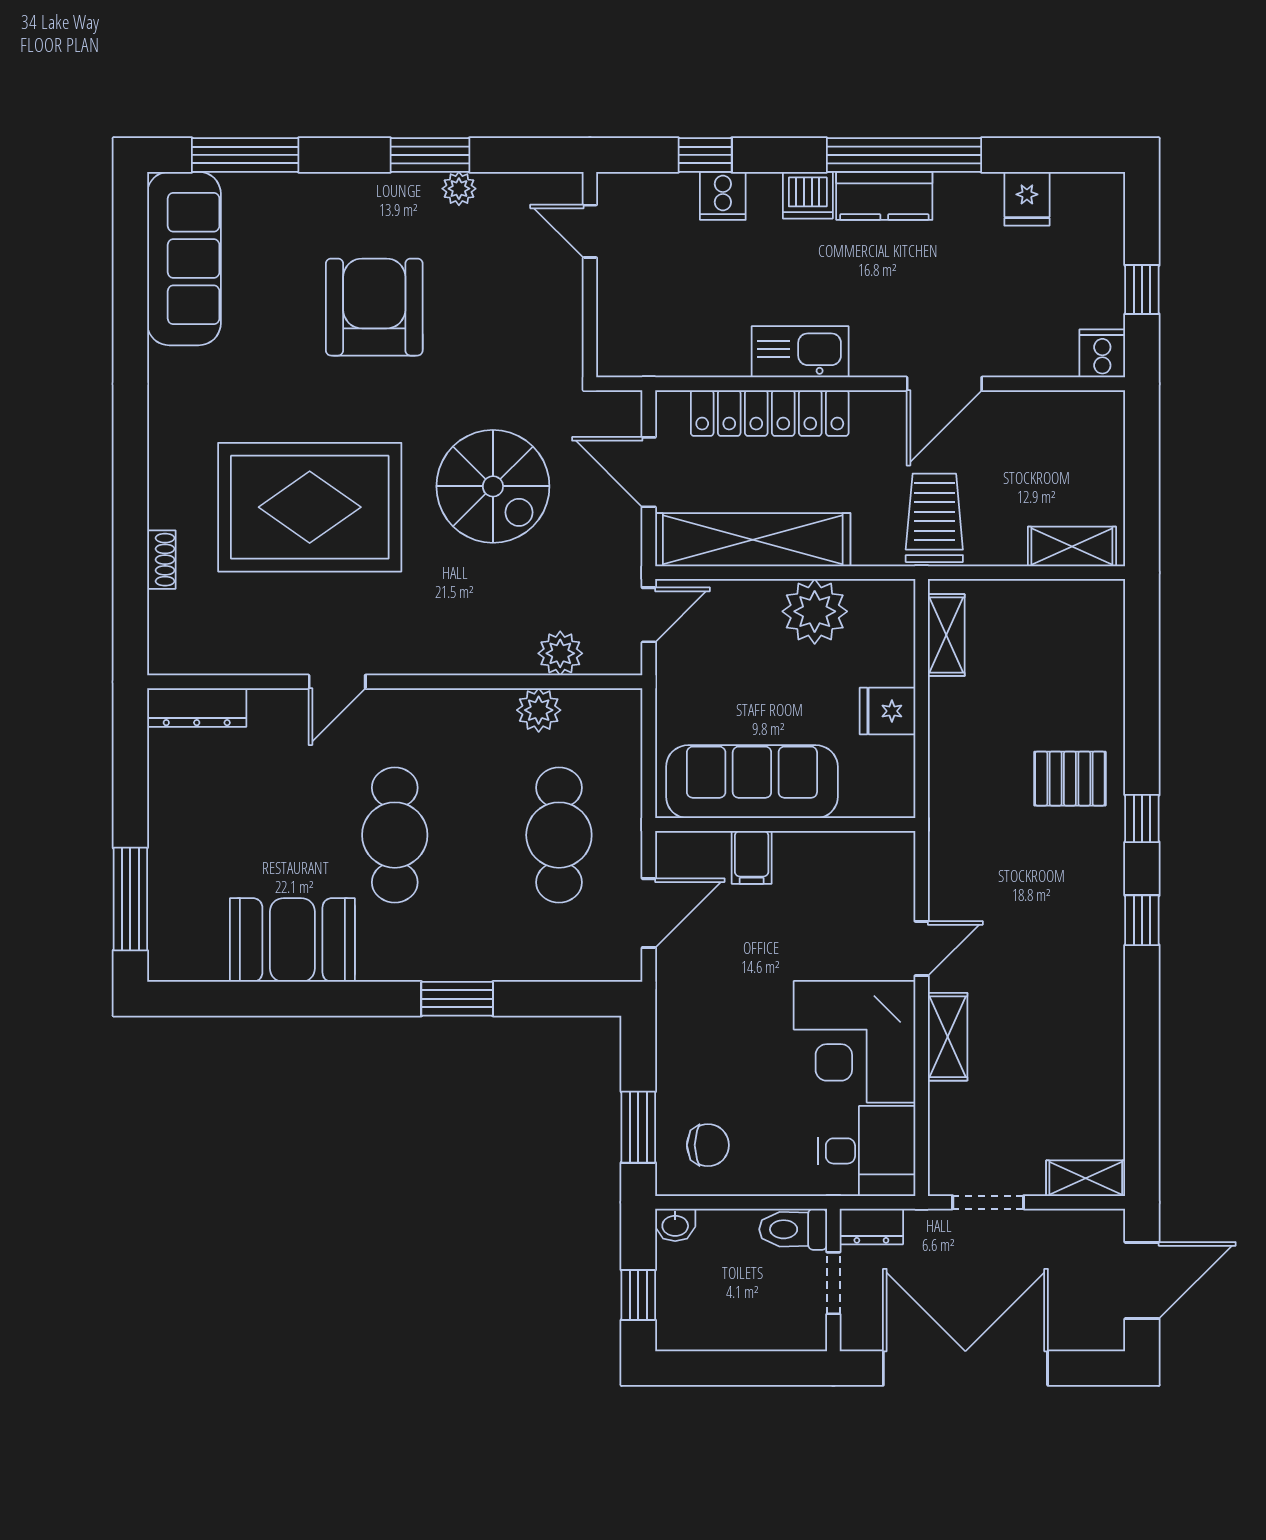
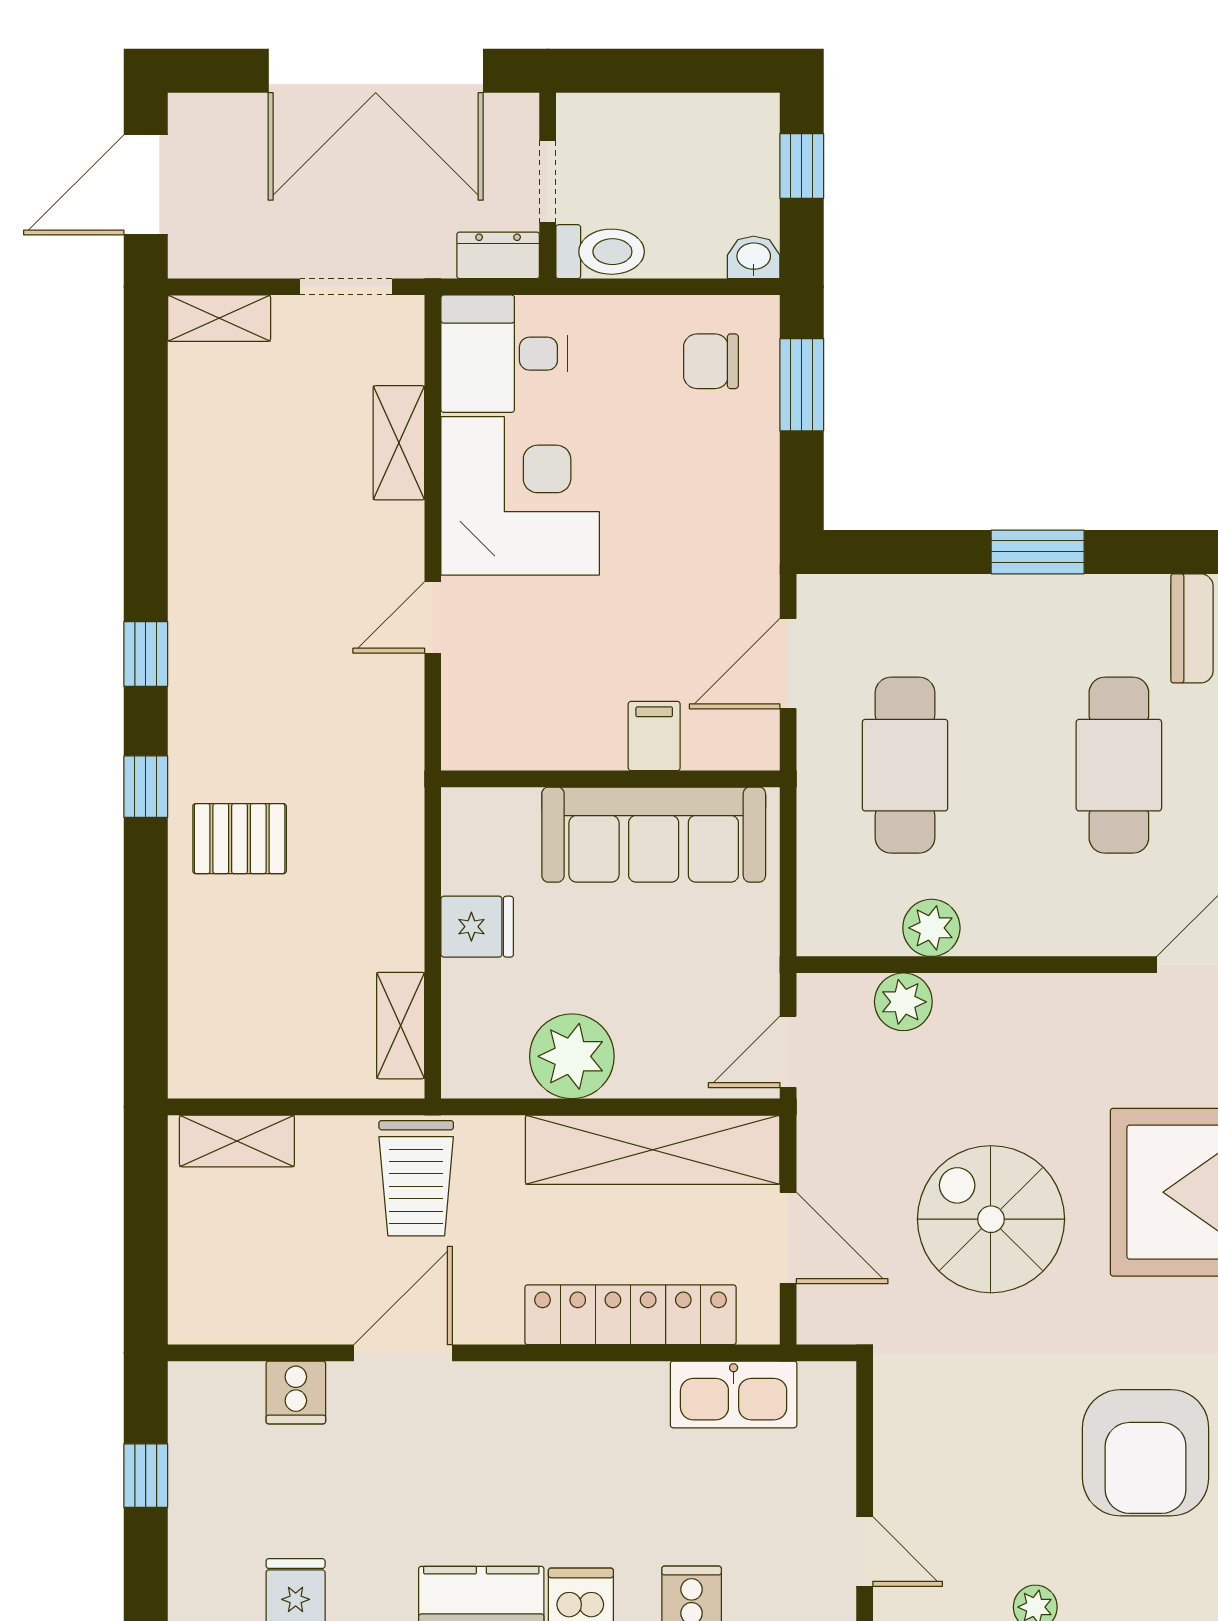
kitchen sink: (800, 352) -> (734, 1394), moved
cooker: (1102, 353) -> (296, 1392), moved
shelving: (948, 1037) -> (399, 443), moved

